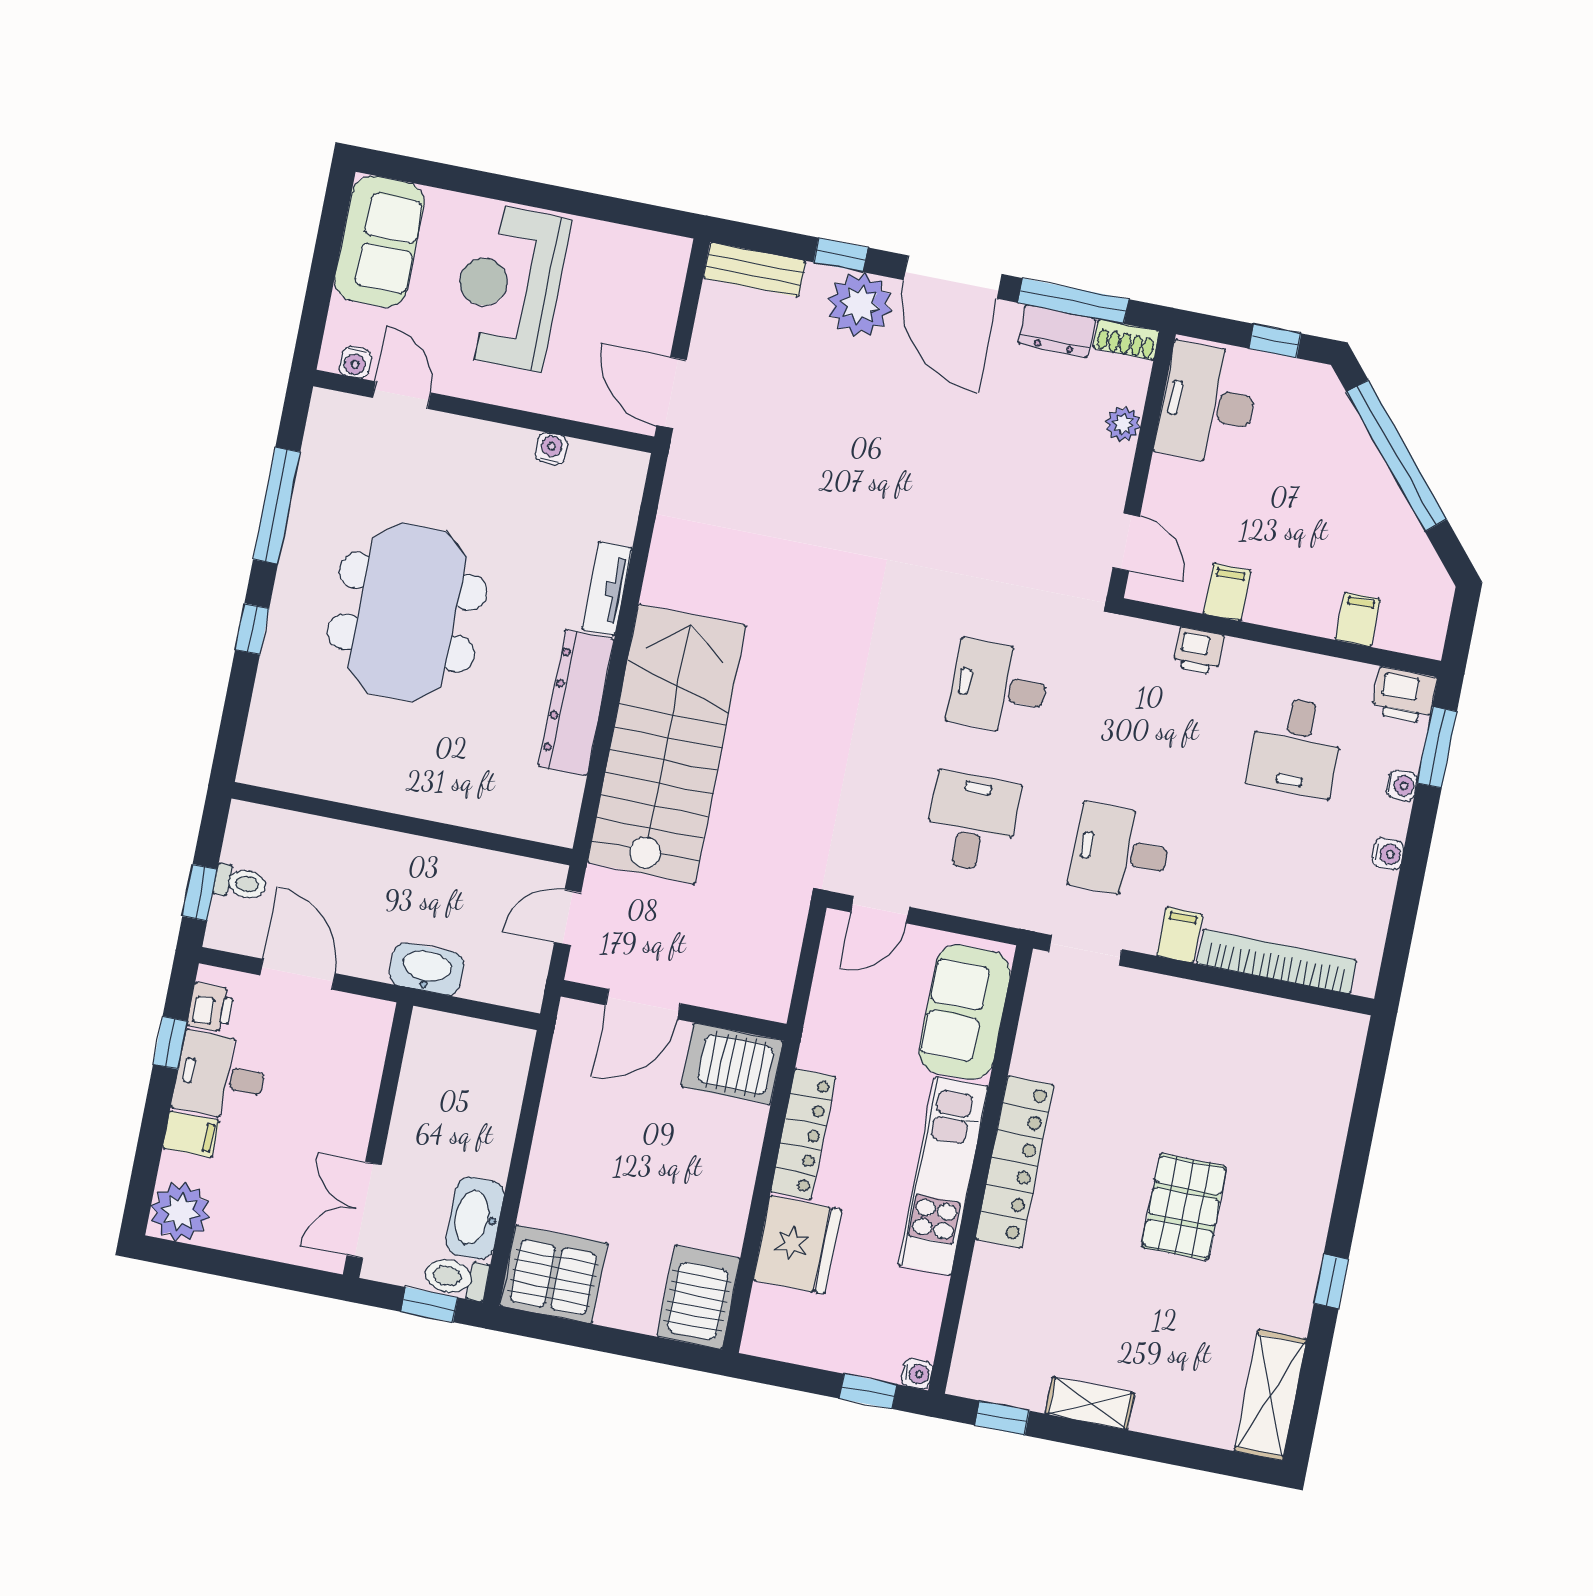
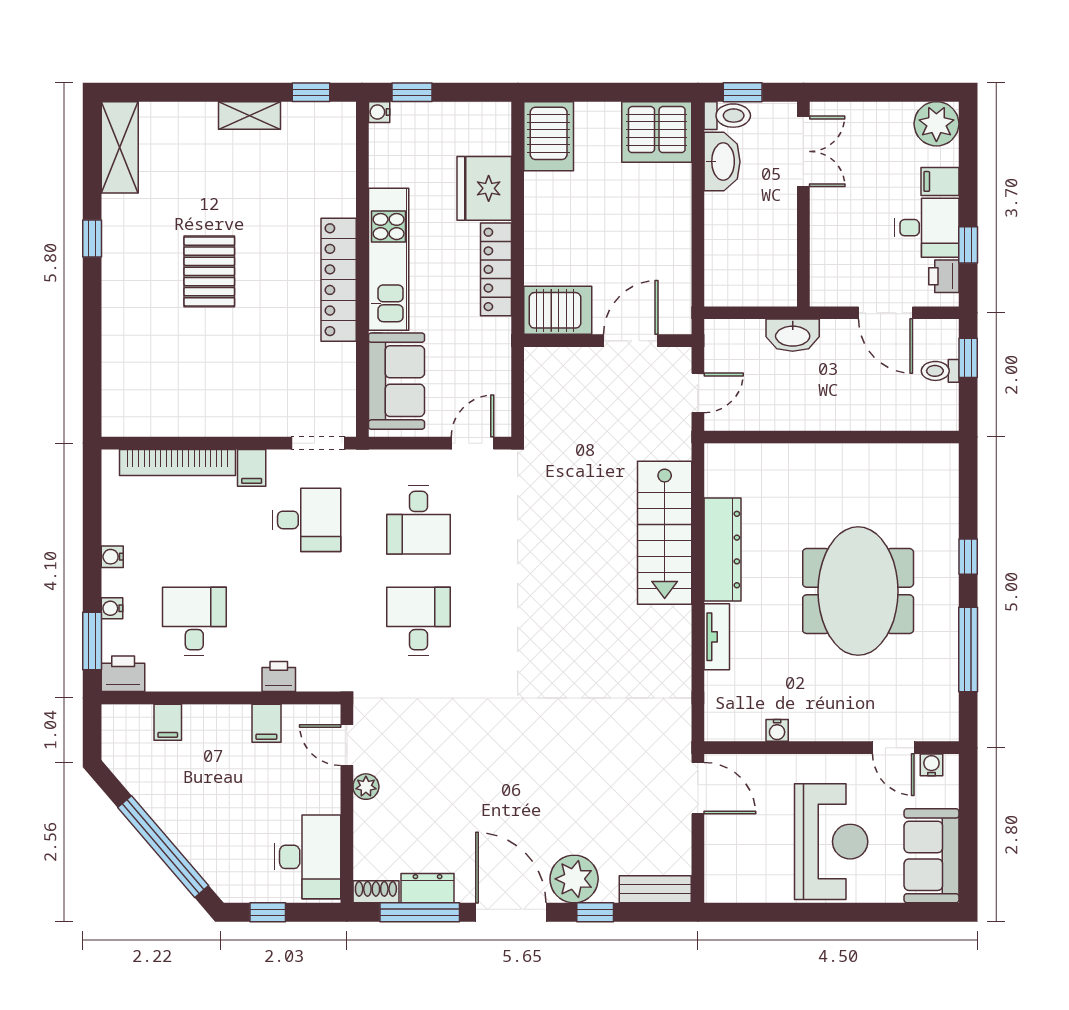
plant: (1123, 424) -> (366, 787), moved
desk: (999, 688) -> (418, 621), turned -90
stairs: (667, 744) -> (665, 533), width x0.73, depth x0.66

